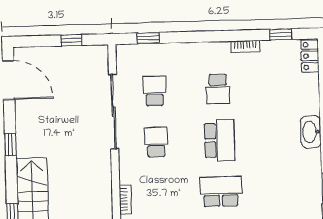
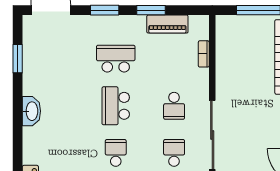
school desk: (155, 91) -> (174, 153), turned 180
school desk: (221, 191) -> (116, 59), turned 180

